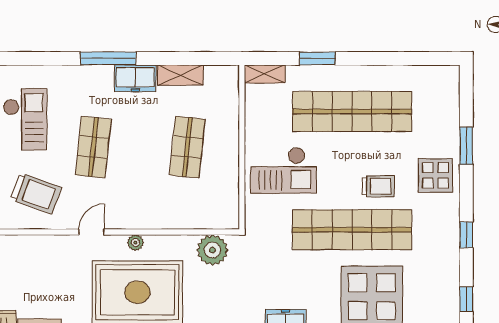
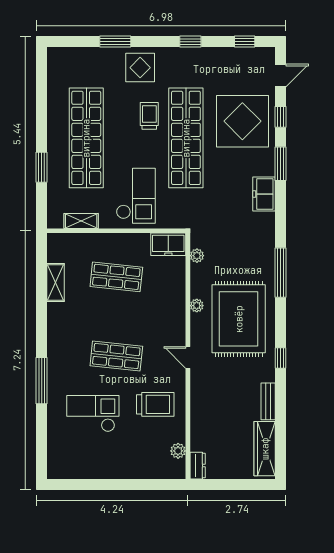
window: (108, 58) -> (42, 381), moved
shelving: (265, 74) -> (81, 221), moved, turned 90
freezer: (135, 78) -> (168, 244), moved, turned 90
trolley: (36, 193) -> (155, 404), turned 70
plant: (135, 243) -> (197, 306), moved
plant: (212, 250) -> (197, 256), width x0.53, depth x0.53

